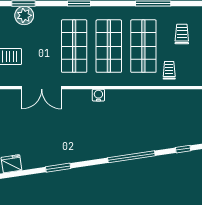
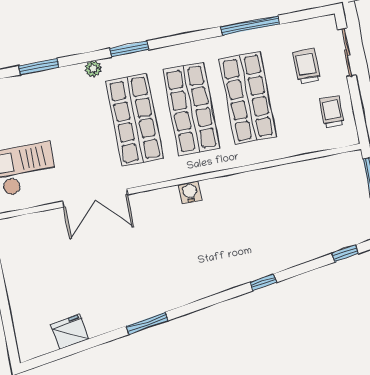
plant: (24, 15) -> (93, 69), moved, width x0.53, depth x0.53
trolley: (169, 70) -> (332, 112), moved
window: (131, 157) -> (263, 282), width x0.32

